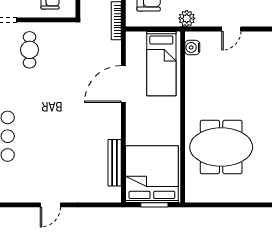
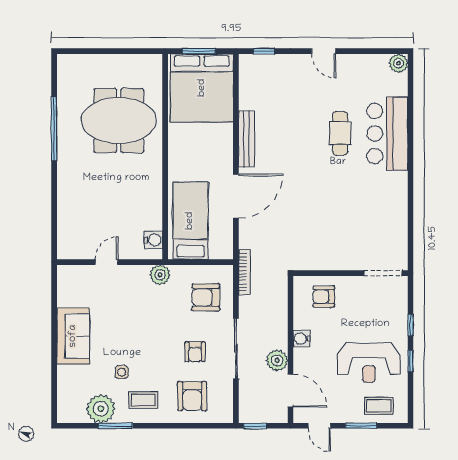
cafe table: (30, 50) -> (340, 133), moved
bench: (115, 163) -> (247, 139), moved
door: (50, 205) -> (324, 51), swing flipped
window: (100, 205) -> (264, 51), added

